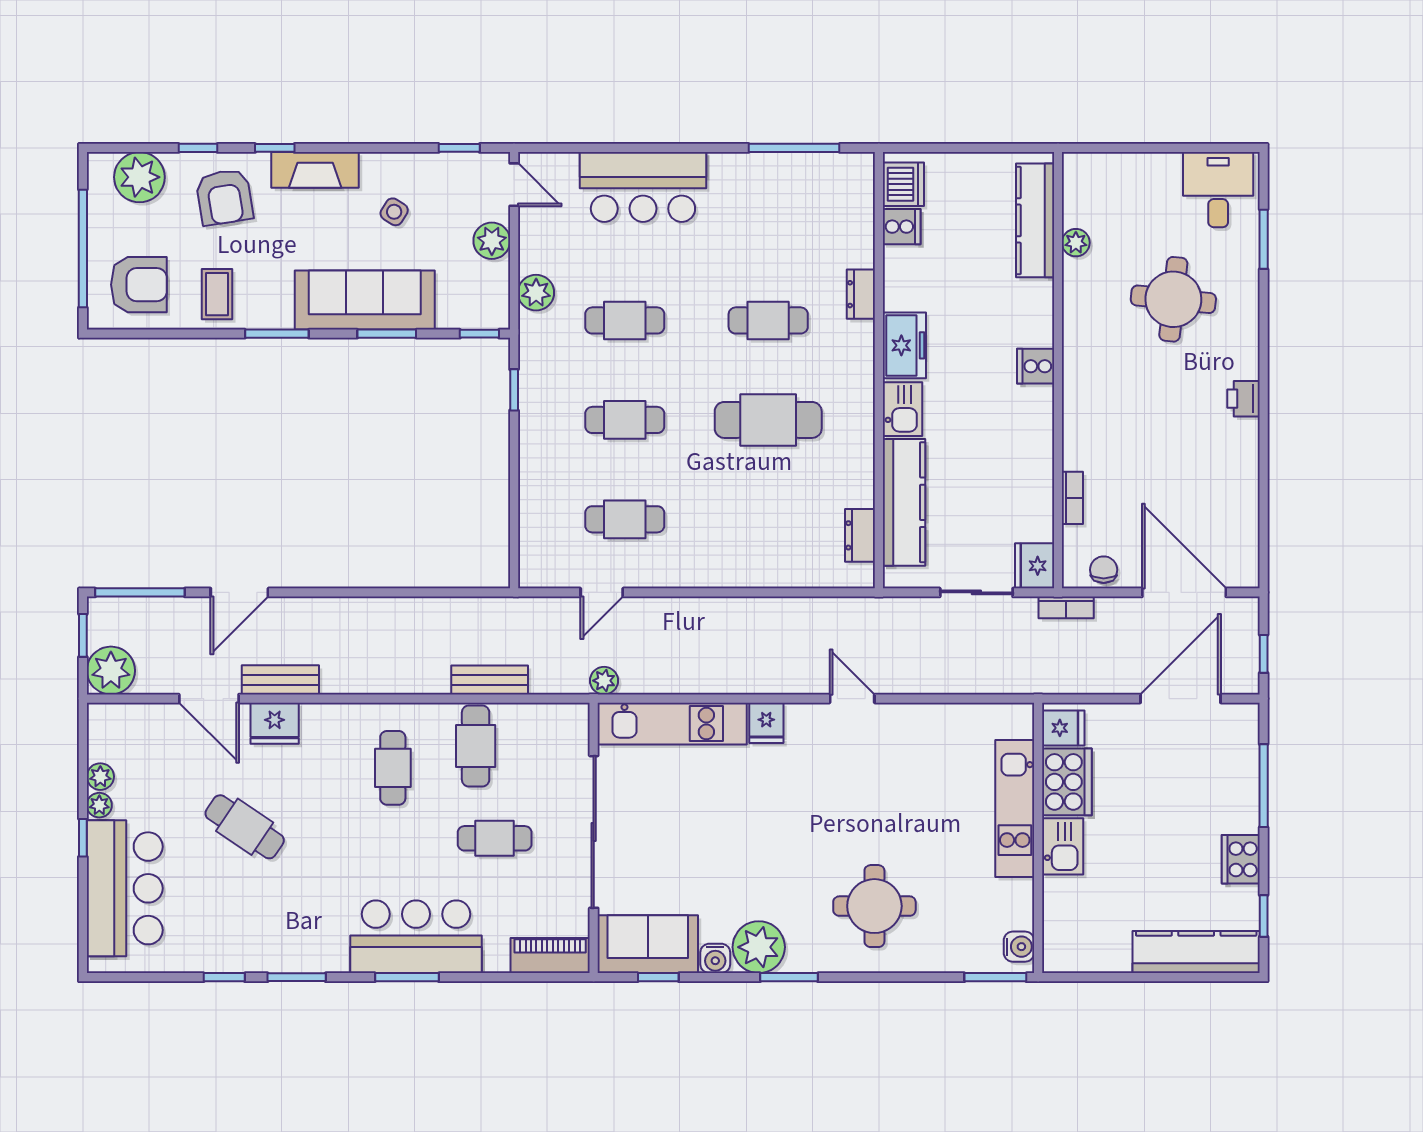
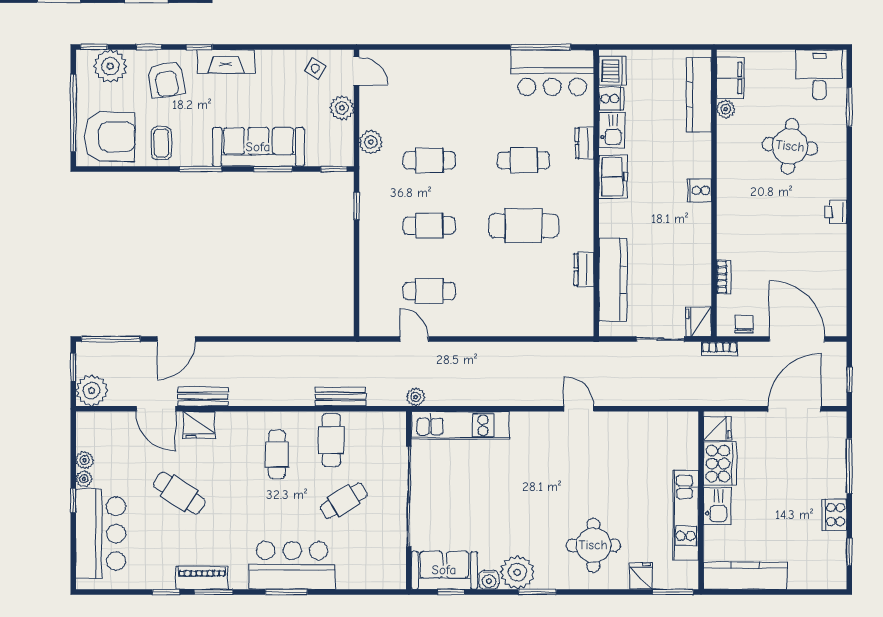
window: (459, 148) -> (94, 47), moved
bar counter: (643, 187) -> (552, 73), moved
filing cabinet: (1083, 195) -> (730, 78), added
side table: (394, 212) -> (315, 68), moved
armchair: (139, 285) -> (110, 137), width x1.36, depth x1.36
kitchen sink: (902, 409) -> (612, 130), moved
dresser: (860, 535) -> (584, 269), moved
door: (602, 592) -> (414, 339), swing flipped
fridge: (766, 723) -> (641, 576), moved, turned 180
kitchen unit: (1015, 809) -> (686, 515), moved
cafe table: (495, 838) -> (344, 501), turned -31
water cooler: (1019, 947) -> (688, 572), removed
kitchen counter: (1196, 952) -> (745, 575), moved
piano: (550, 955) -> (202, 578), moved

